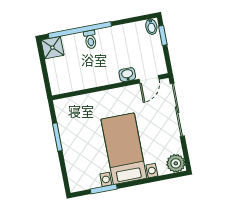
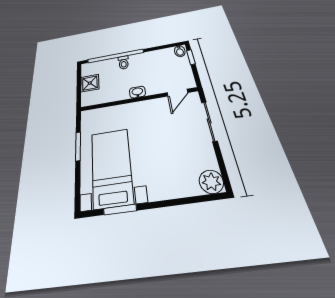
shower: (52, 48) -> (90, 83), moved
washbasin: (127, 75) -> (137, 92), moved
sliding door: (177, 110) -> (209, 121), width x0.73
bed with nightstands: (124, 149) -> (111, 167), moved

